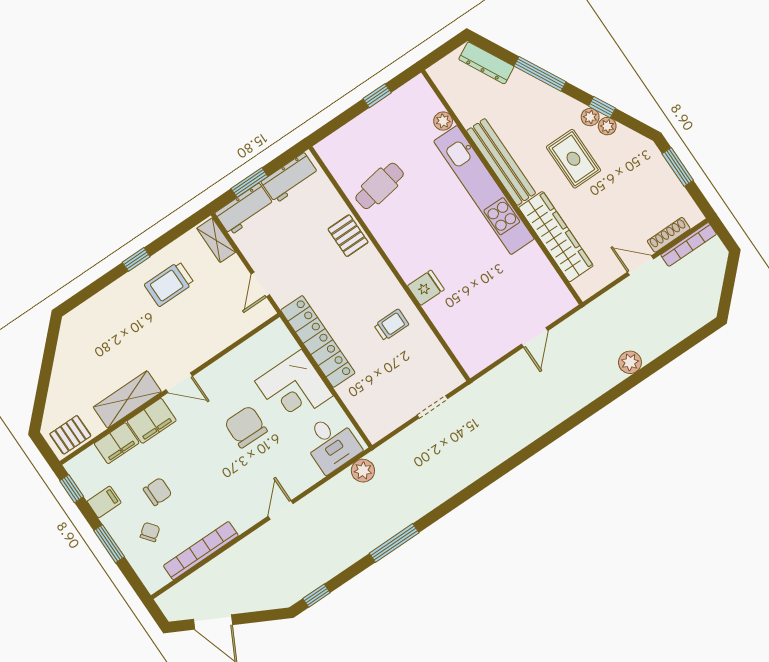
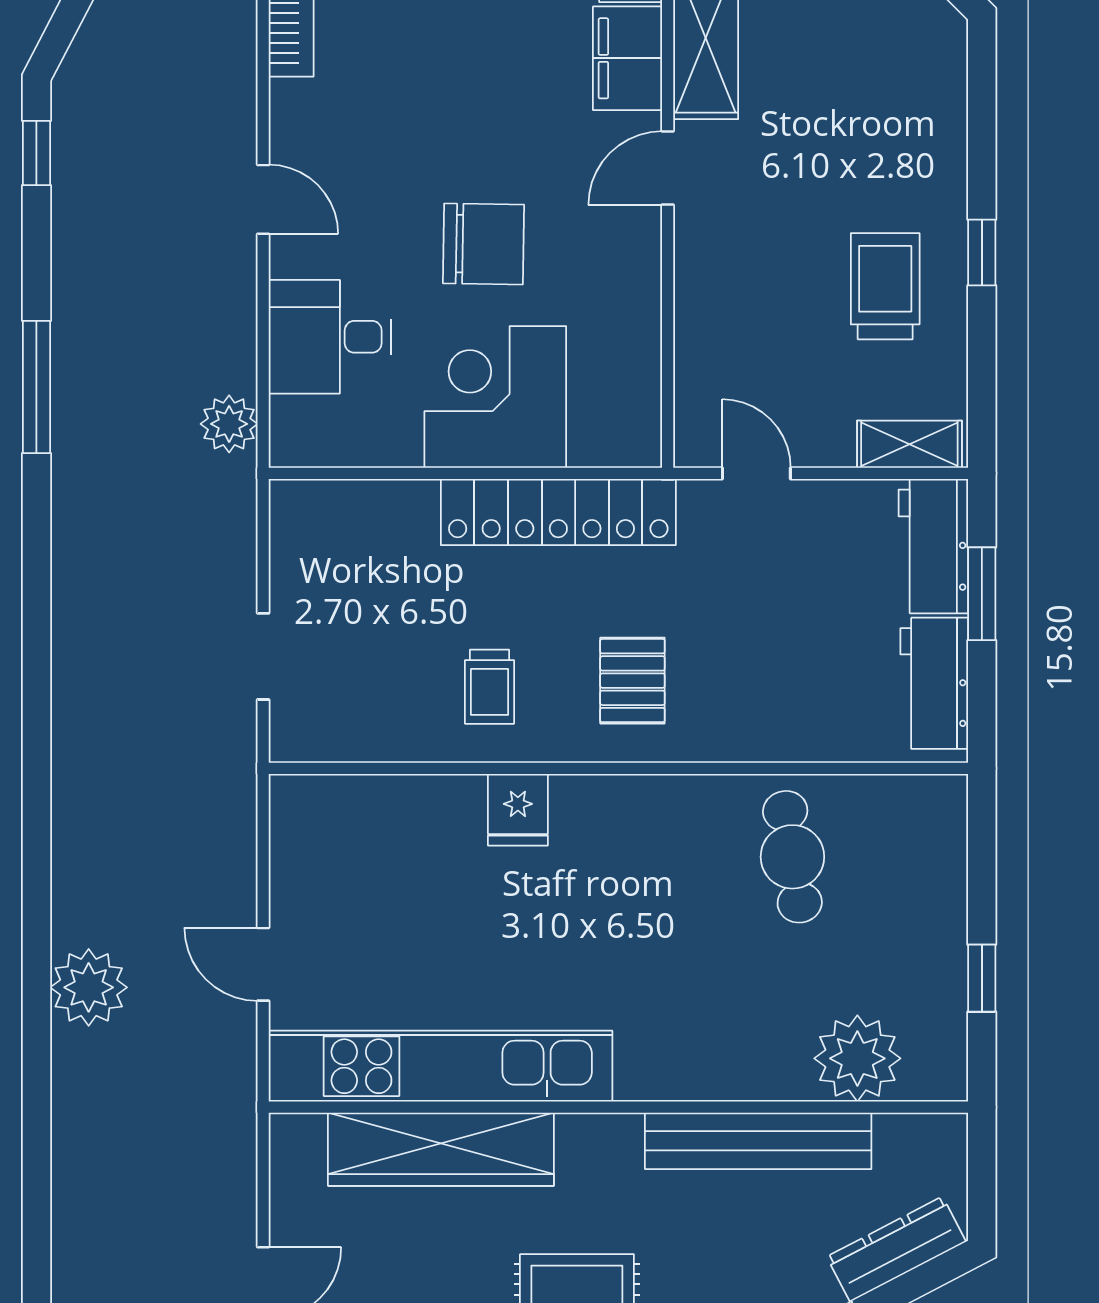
plant: (443, 121) -> (857, 1058), width x1.88, depth x1.88
bench: (501, 162) -> (758, 1141), moved
kitchen unit: (484, 190) -> (441, 1066), moved
pallet: (348, 236) -> (632, 681), moved, turned 90
plant: (630, 362) -> (89, 987), moved, width x1.36, depth x1.36
desk: (331, 443) -> (330, 337), moved

